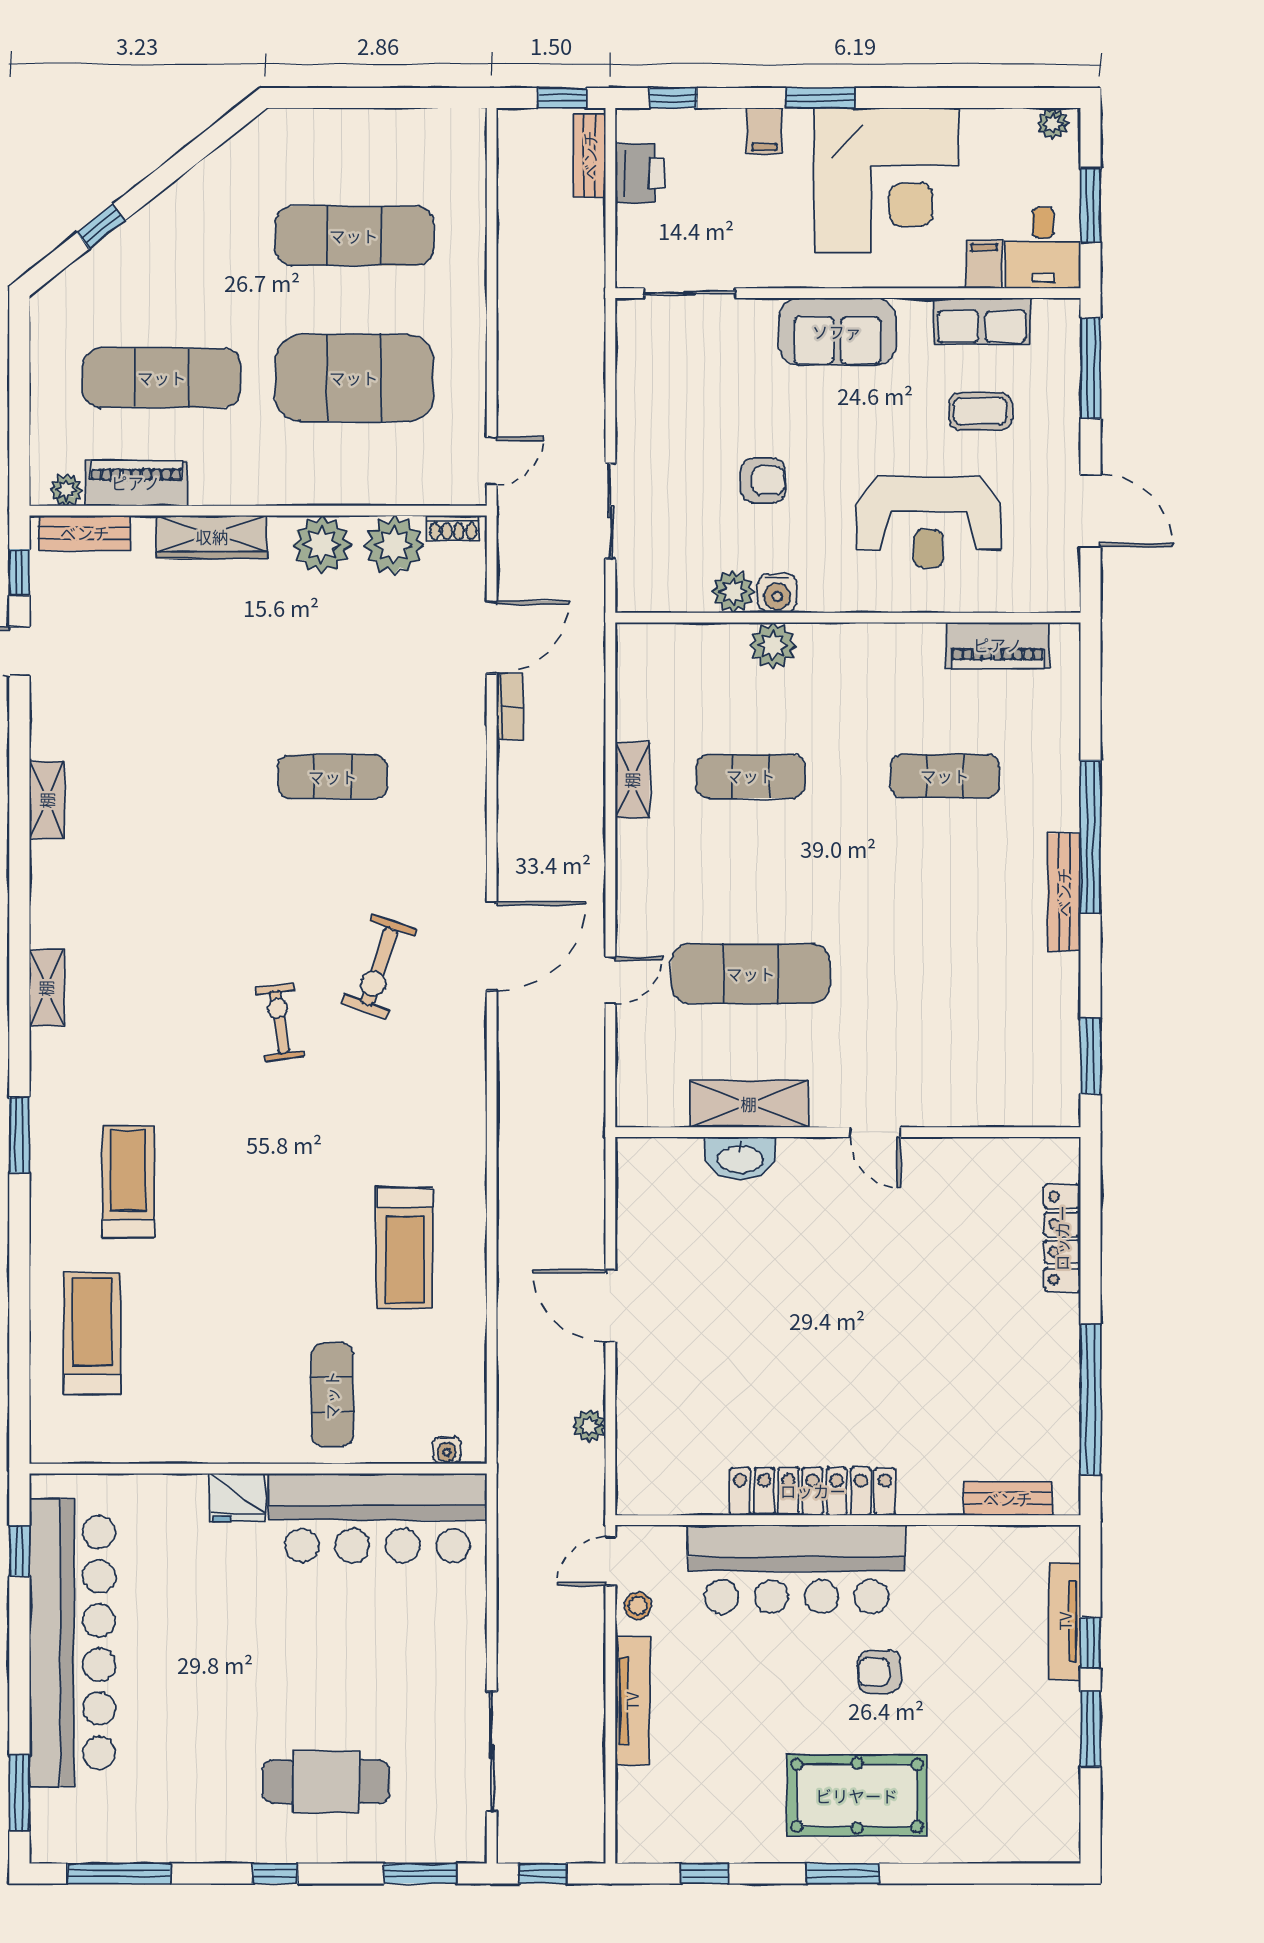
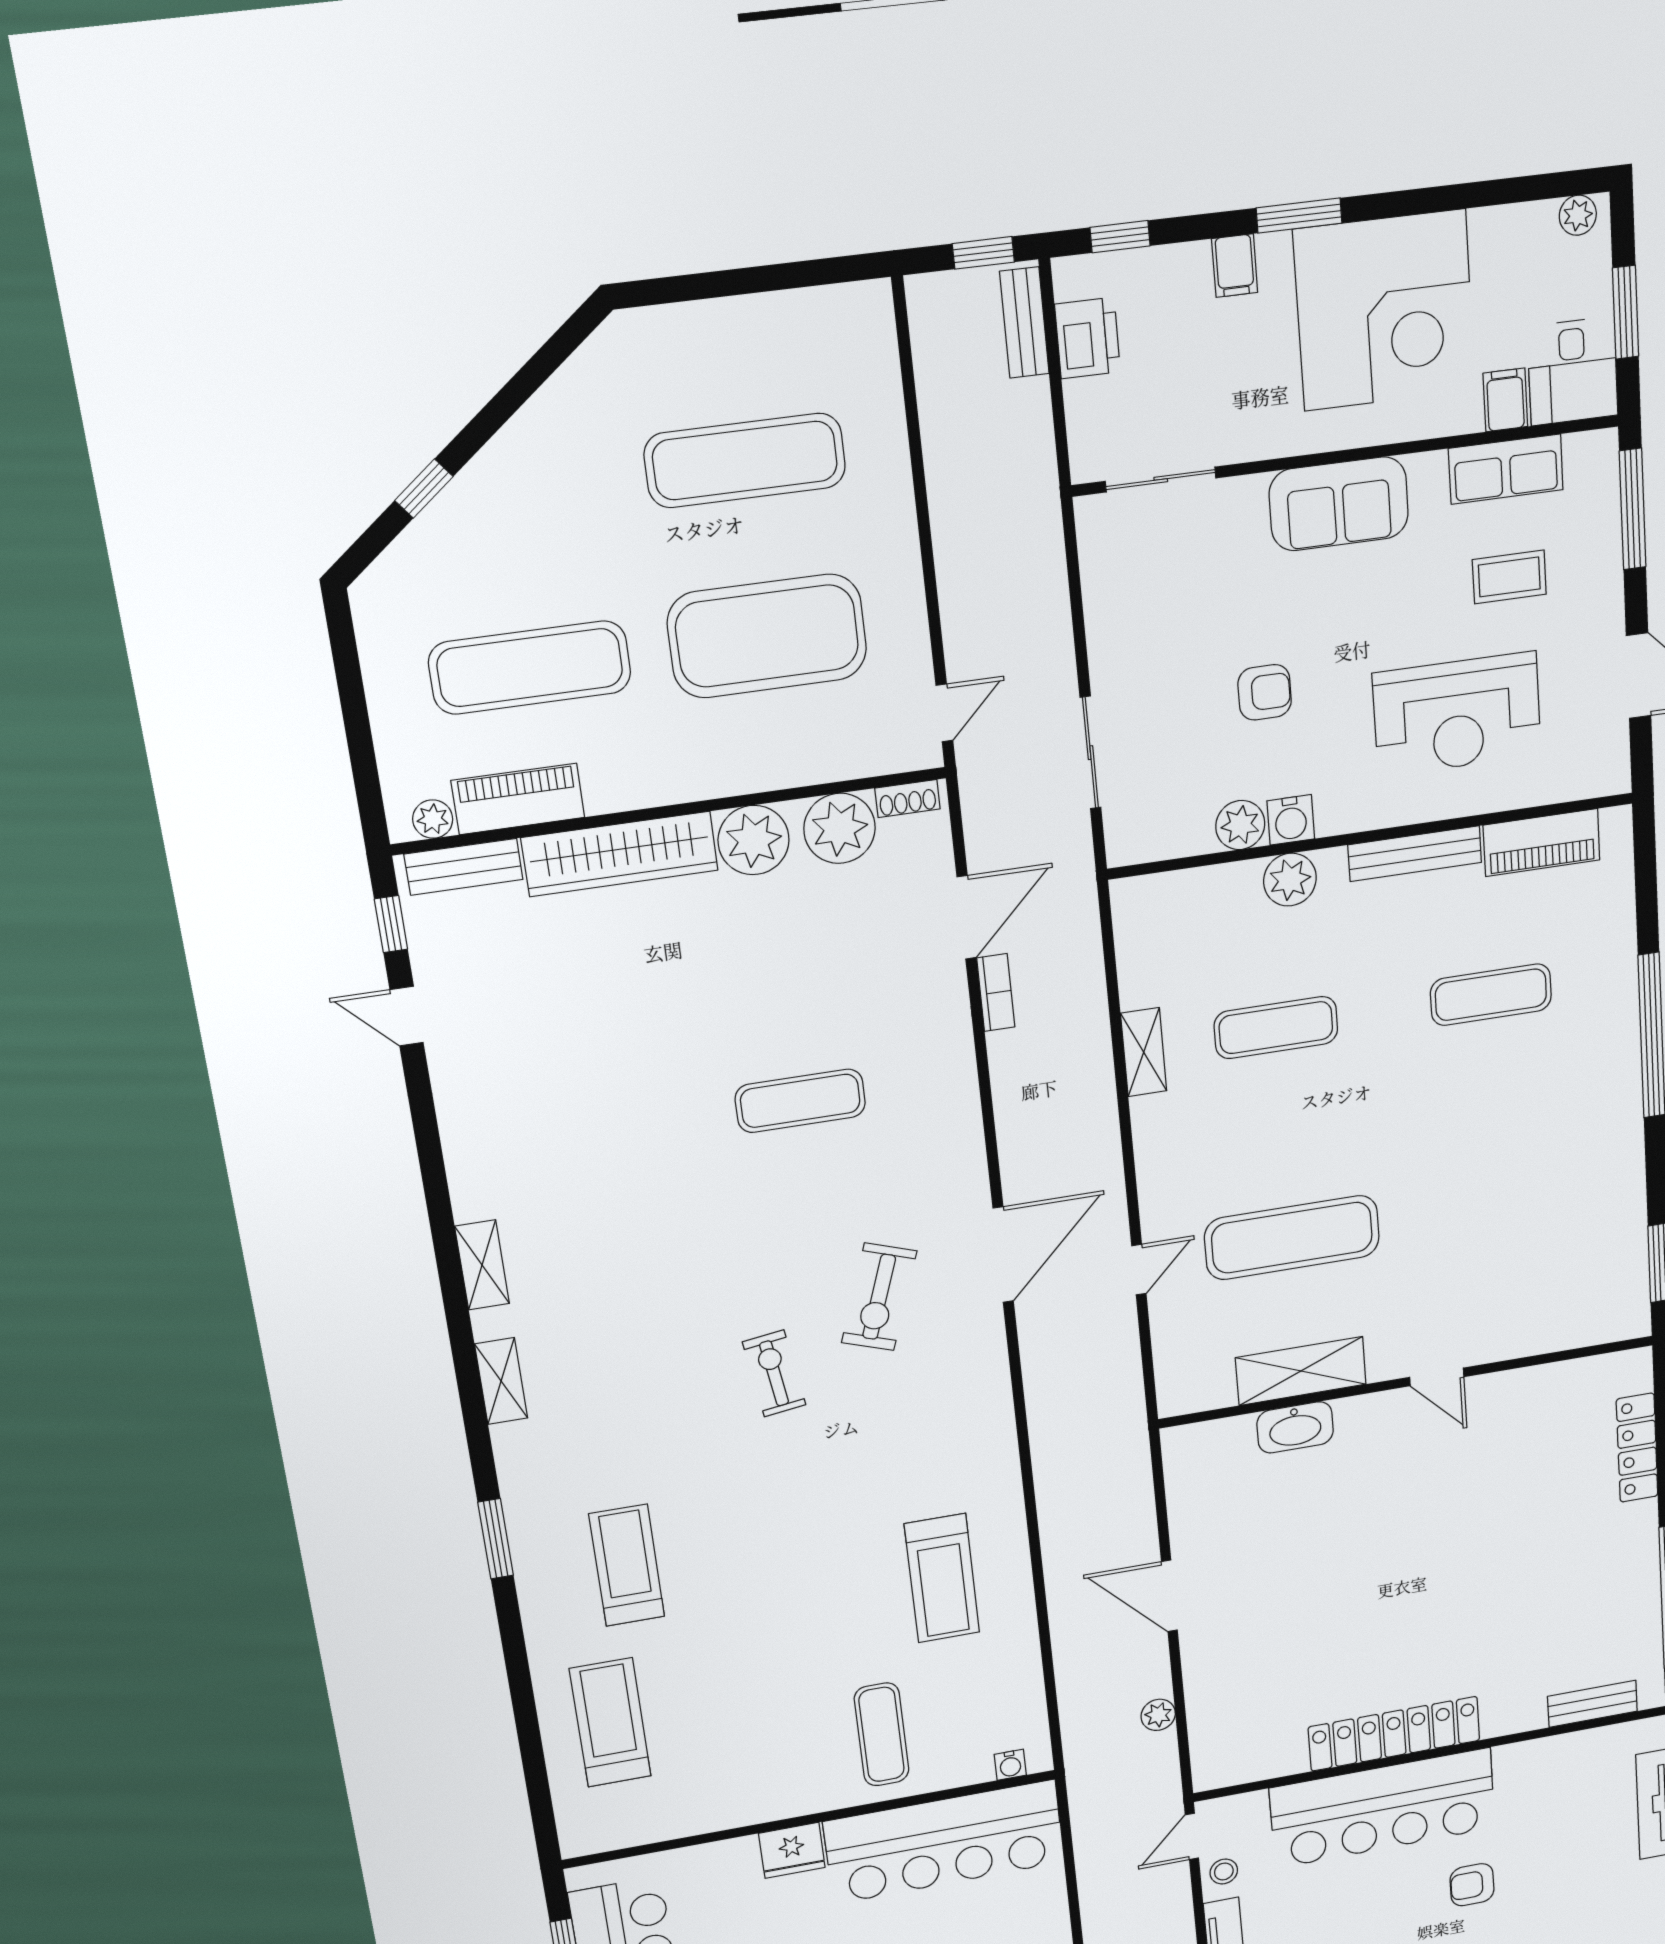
wardrobe: (212, 537) -> (620, 854), width x1.40, depth x1.17
shelving: (47, 800) -> (482, 1265), moved
bench: (1064, 892) -> (1415, 854), moved, turned 90

